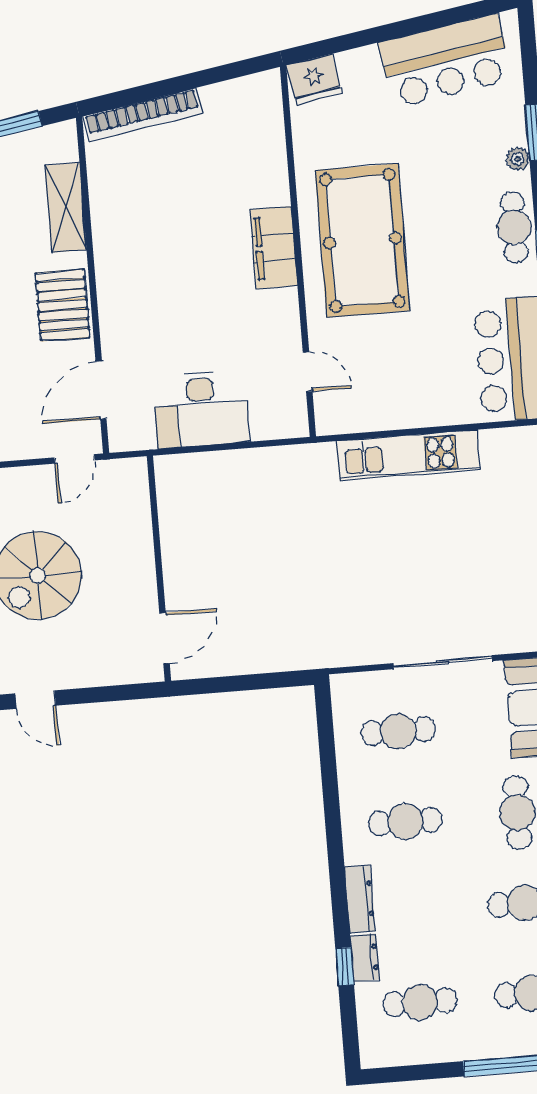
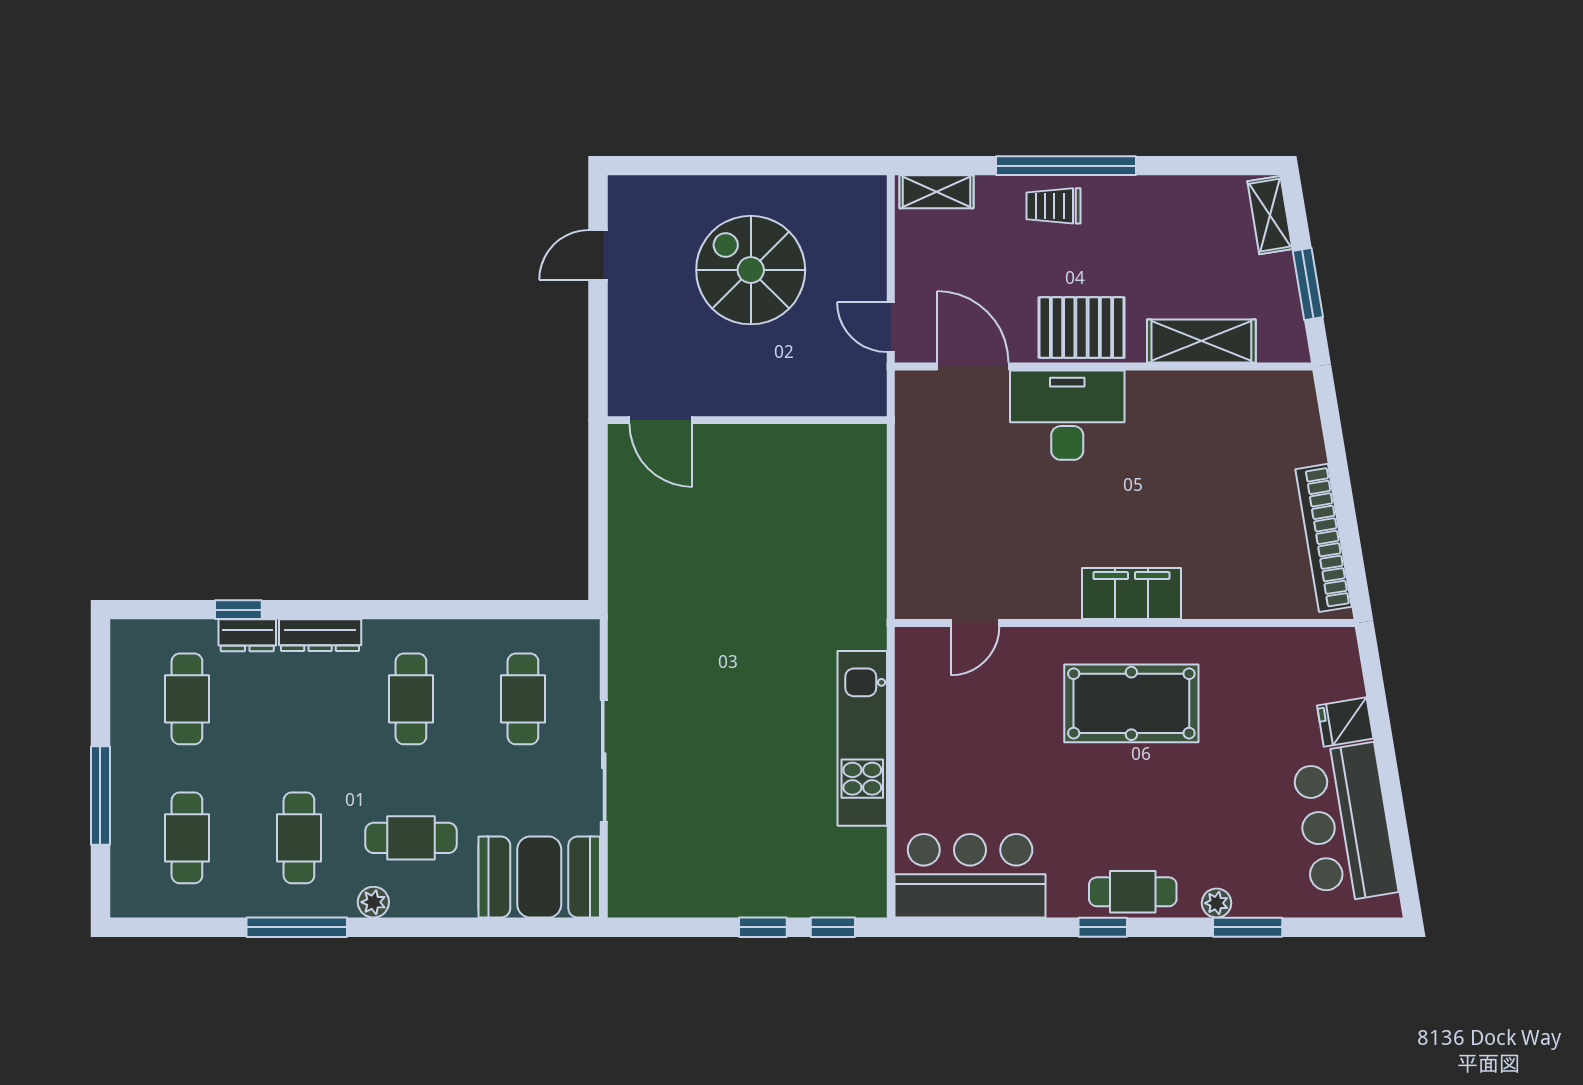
fridge: (314, 79) -> (1345, 722), moved, width x0.72
bookcase: (143, 115) -> (1323, 538), moved
pool table: (362, 241) -> (1131, 703), width x0.73, depth x0.76
desk: (201, 409) -> (1067, 415), moved, turned 90

